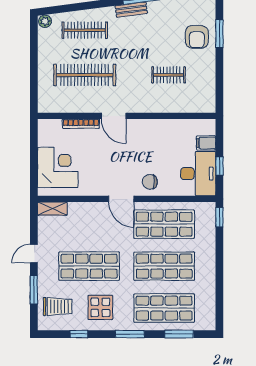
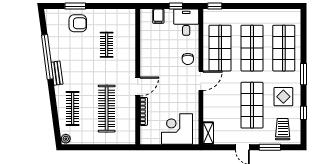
desk: (198, 174) -> (186, 22), width x0.73
window: (179, 334) -> (304, 37), removed

